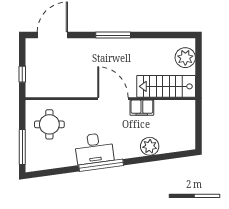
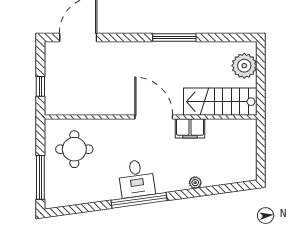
window: (113, 35) -> (174, 38), moved
plant: (150, 146) -> (195, 183), width x0.53, depth x0.53
desk: (94, 149) -> (136, 179), width x0.73

